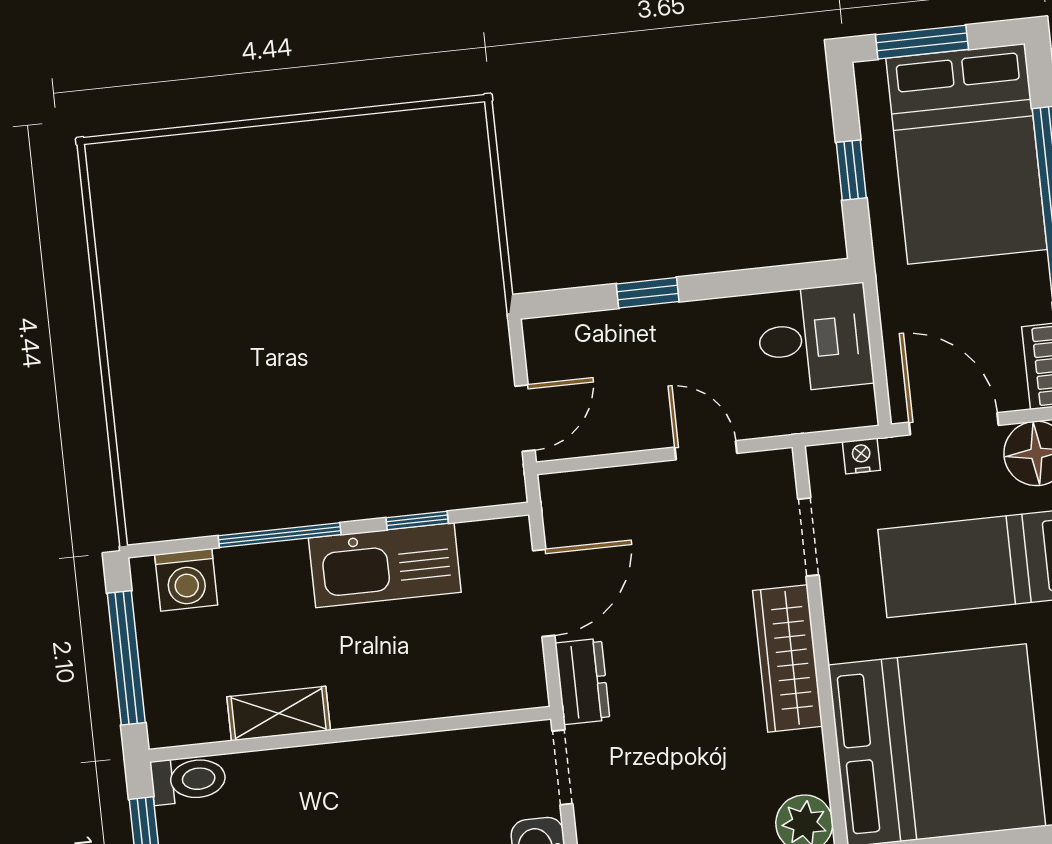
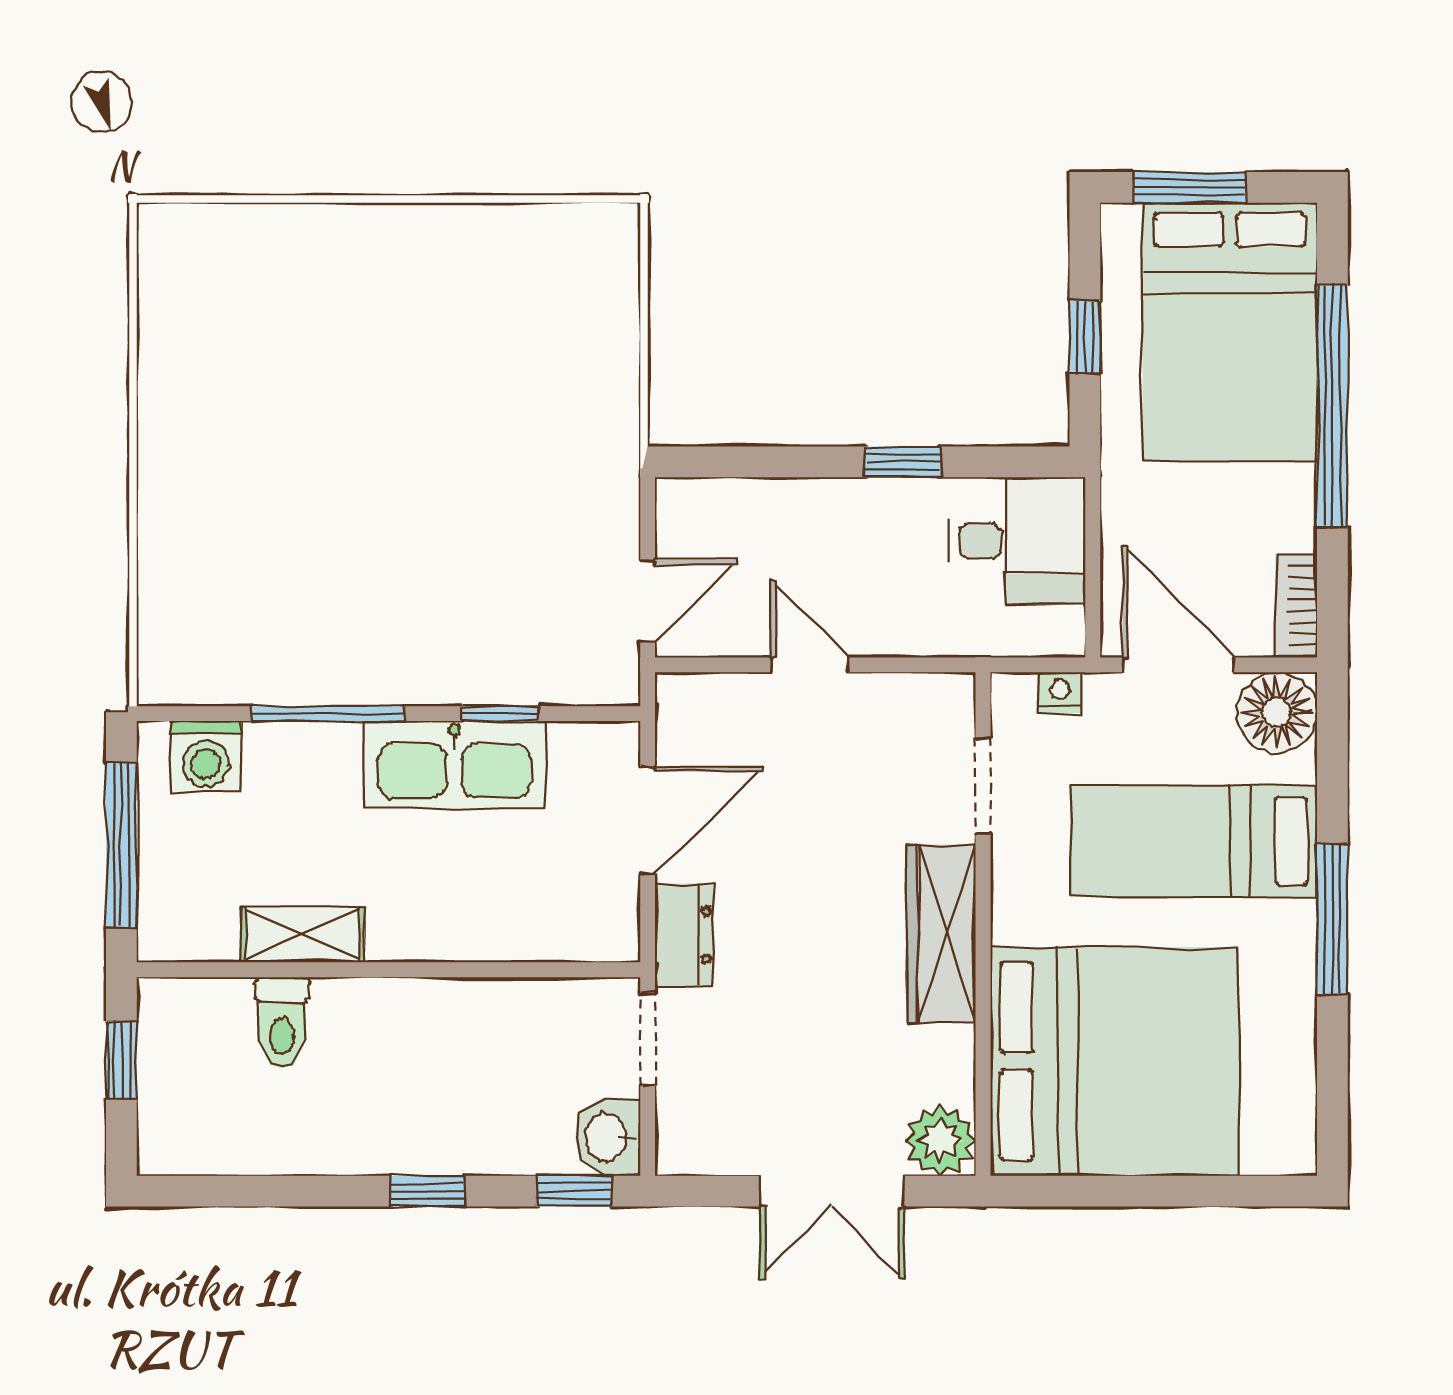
window: (648, 293) -> (903, 462), moved
door: (706, 450) -> (809, 665), moved
toilet: (188, 780) -> (282, 1023), moved, turned 90

